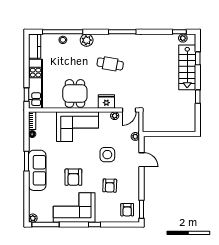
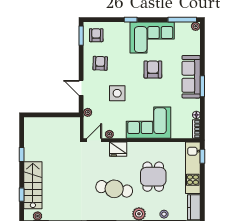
cafe table: (110, 64) -> (114, 189), width x1.37, depth x1.35
dining table: (75, 93) -> (153, 177), moved
armchair: (110, 186) -> (100, 63), moved

